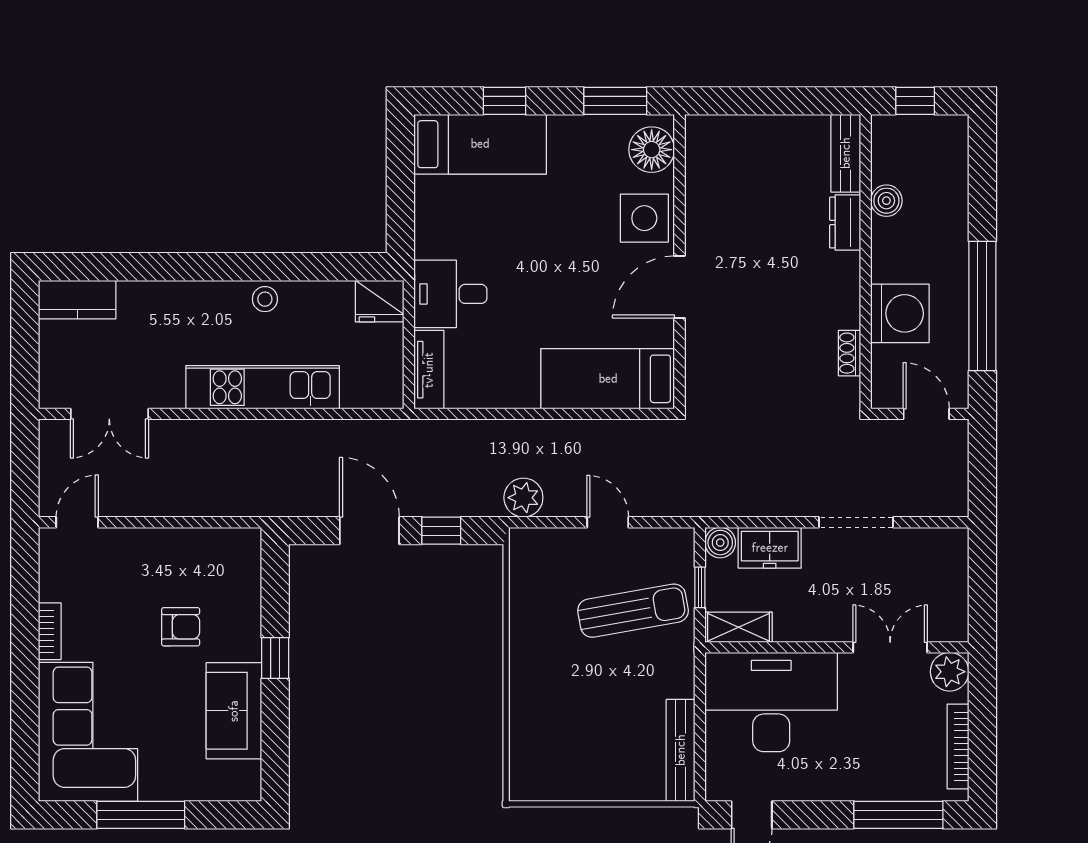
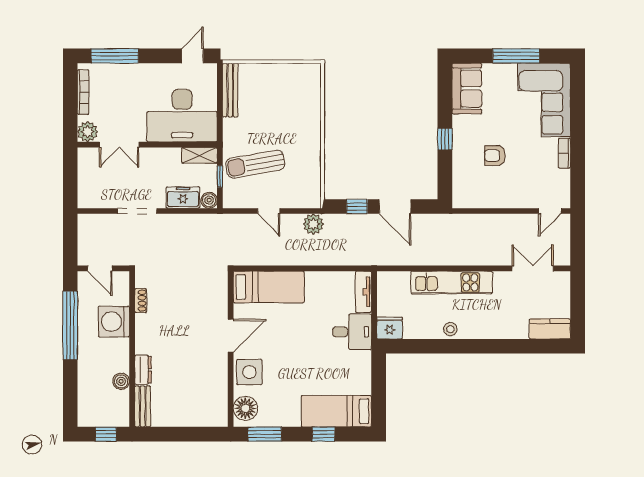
sofa: (234, 711) -> (467, 88), moved

